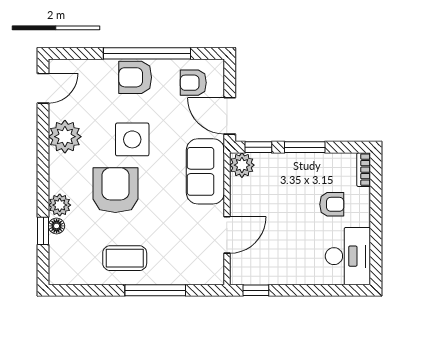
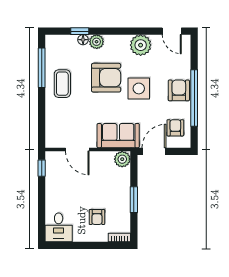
window: (258, 147) -> (134, 170), removed
desk: (348, 256) -> (59, 227), width x0.73
window: (155, 290) -> (42, 68), moved

